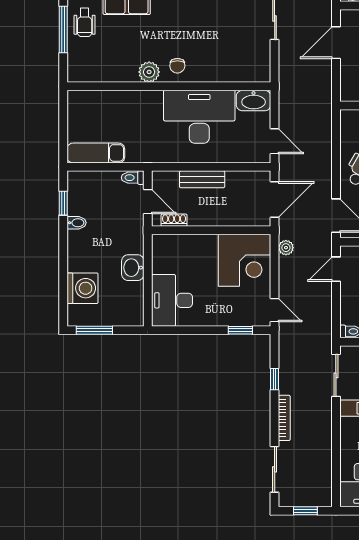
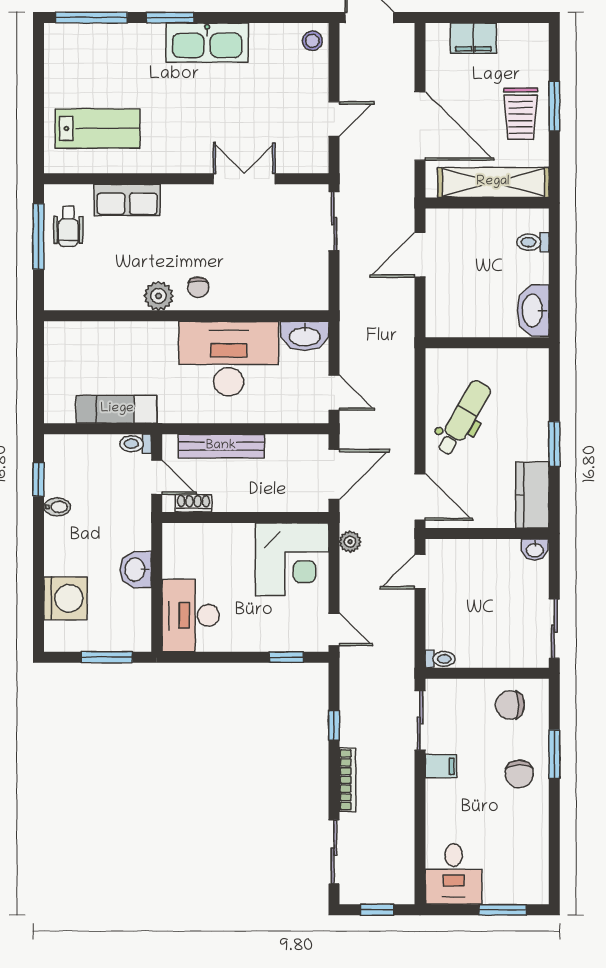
exam couch: (96, 153) -> (117, 409), moved
bench: (202, 179) -> (221, 446), width x1.36
window: (94, 330) -> (107, 657), moved

